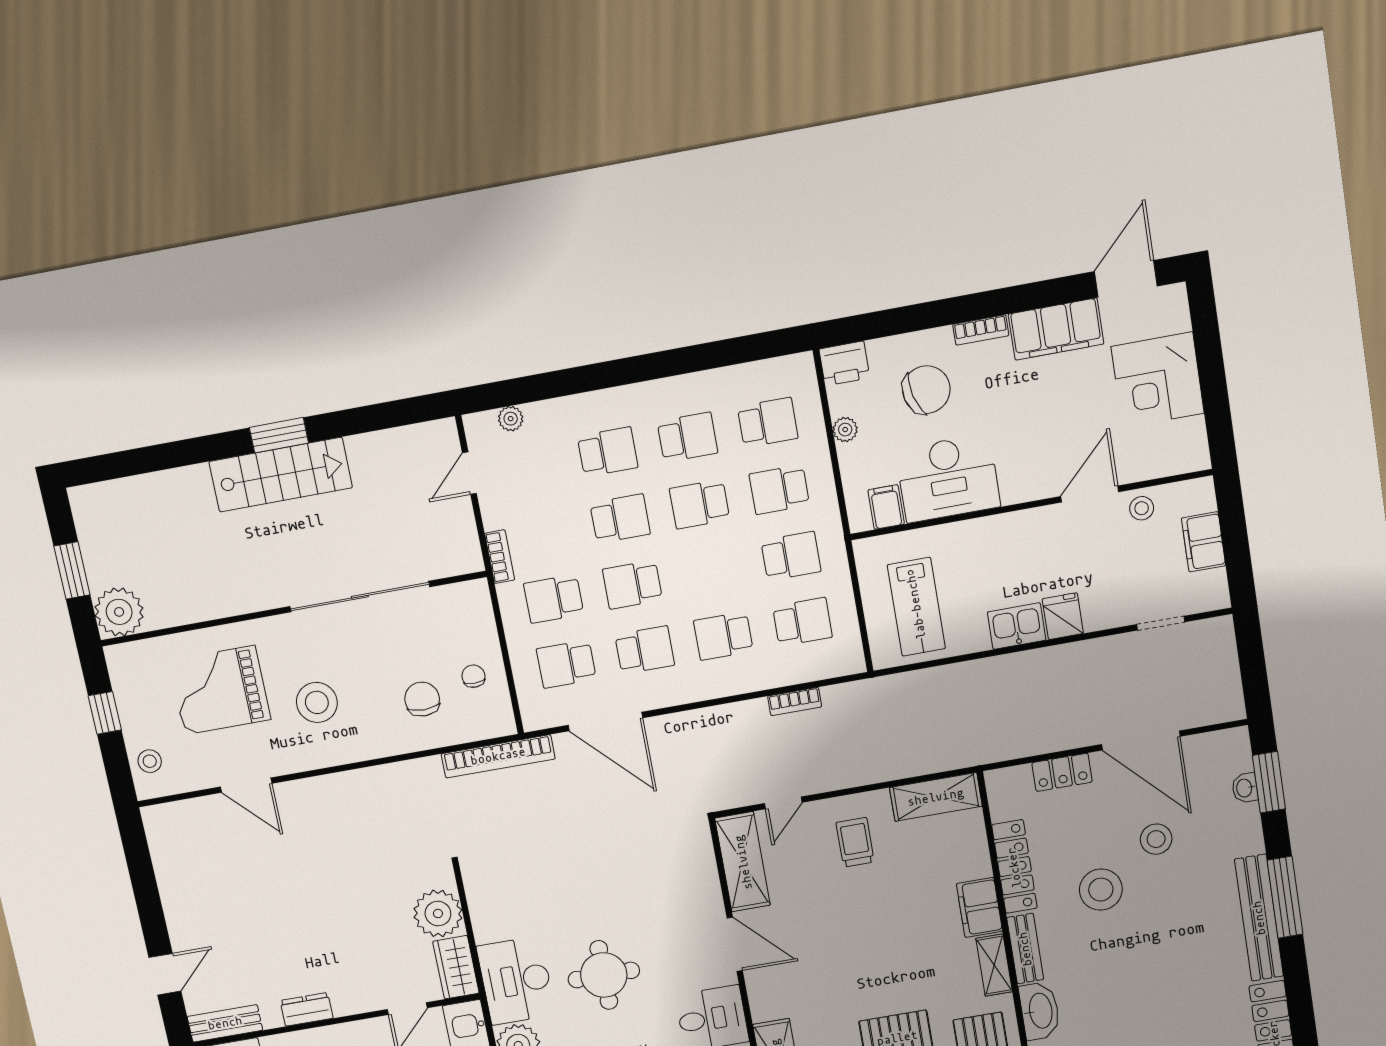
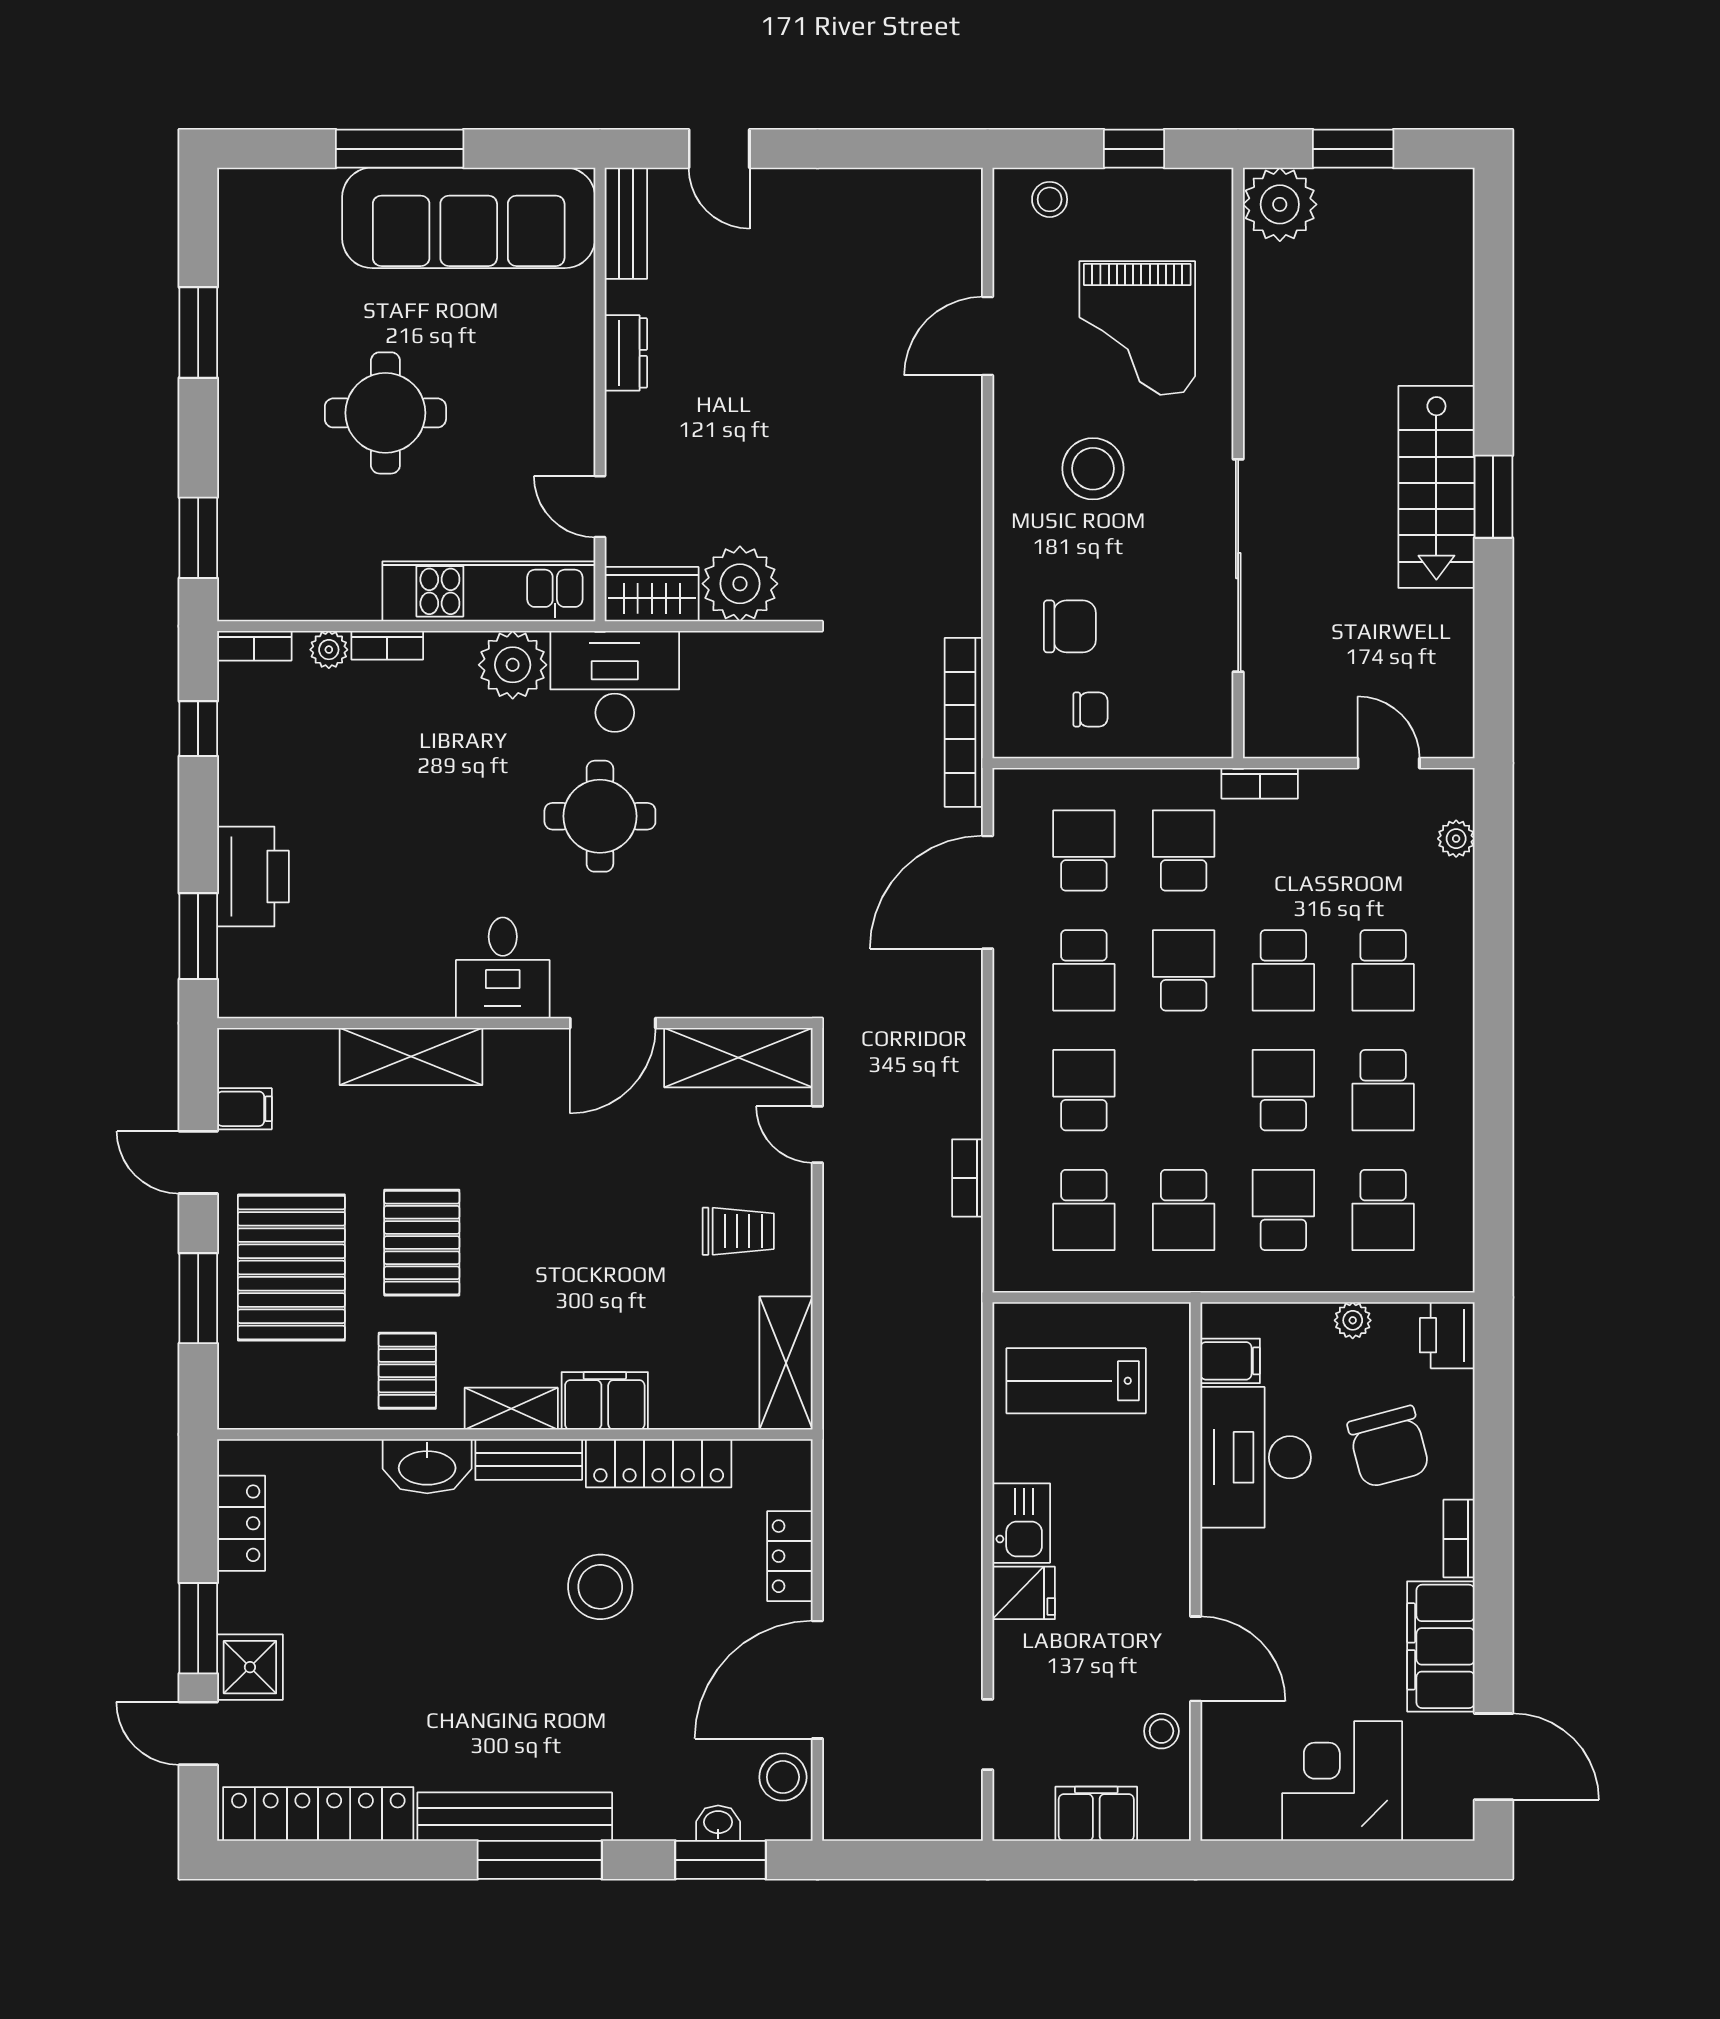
grand piano: (220, 690) -> (1137, 328), turned 180
stool: (1156, 839) -> (783, 1777), moved

